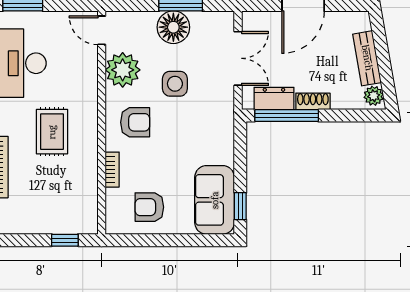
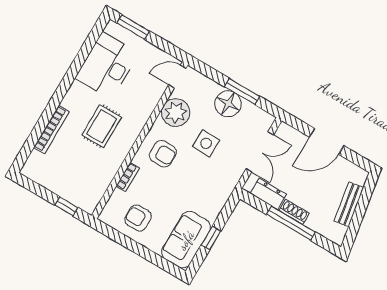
door: (102, 30) -> (177, 77), hinge flipped
plant: (374, 96) -> (338, 233), removed
window: (287, 116) -> (291, 223), moved
window: (240, 206) -> (211, 238), moved

